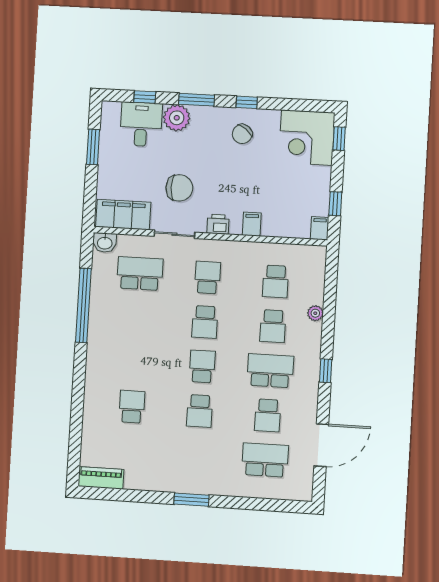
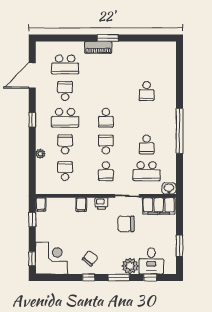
window: (83, 305) -> (179, 131), moved
school desk: (200, 411) -> (147, 144), moved, turned 180
piano: (101, 478) -> (98, 47), moved

